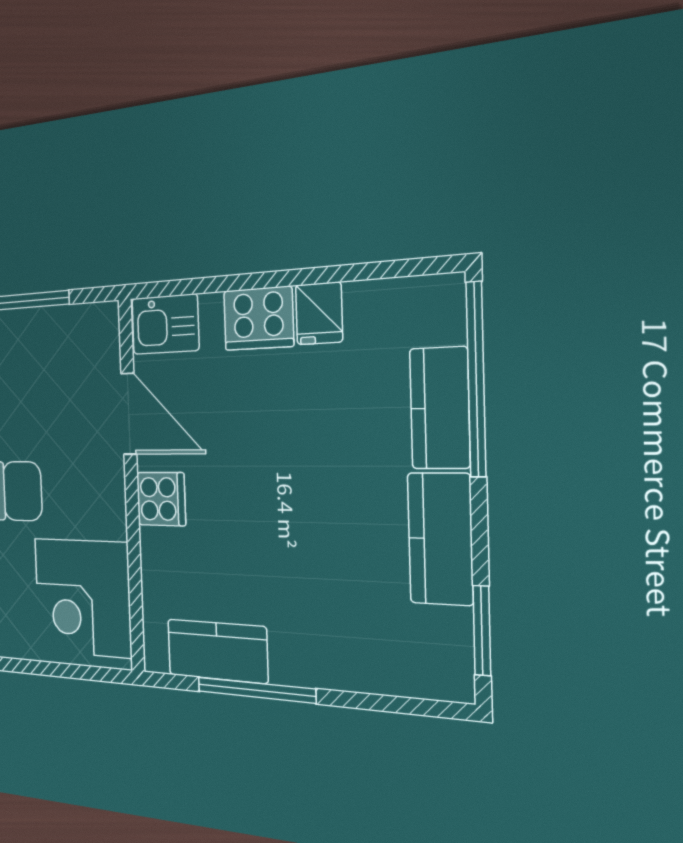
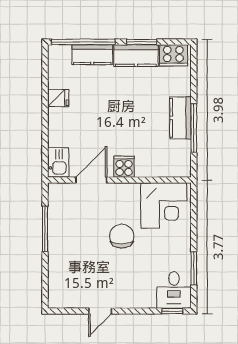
cooker: (258, 318) -> (173, 55), moved, turned 90
window: (482, 631) -> (142, 42), moved
kitchen counter: (217, 651) -> (181, 118), moved

